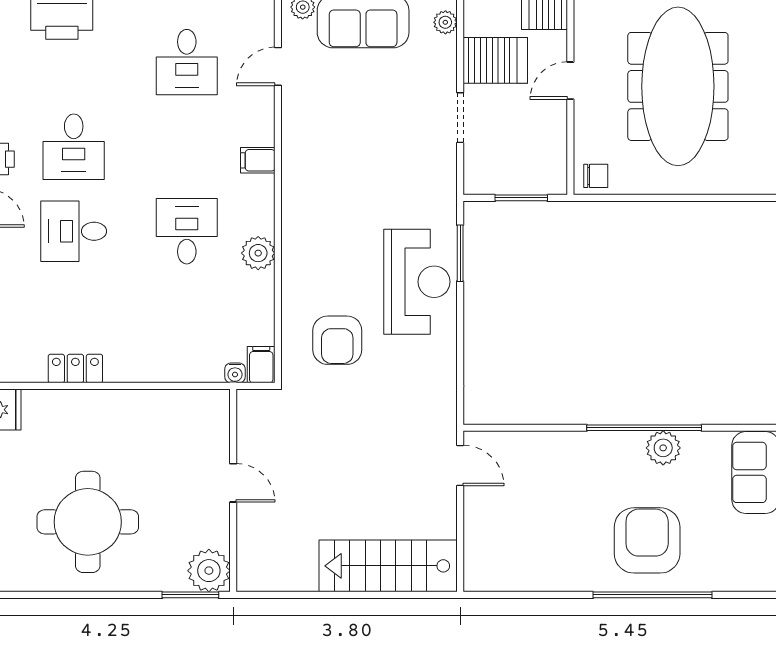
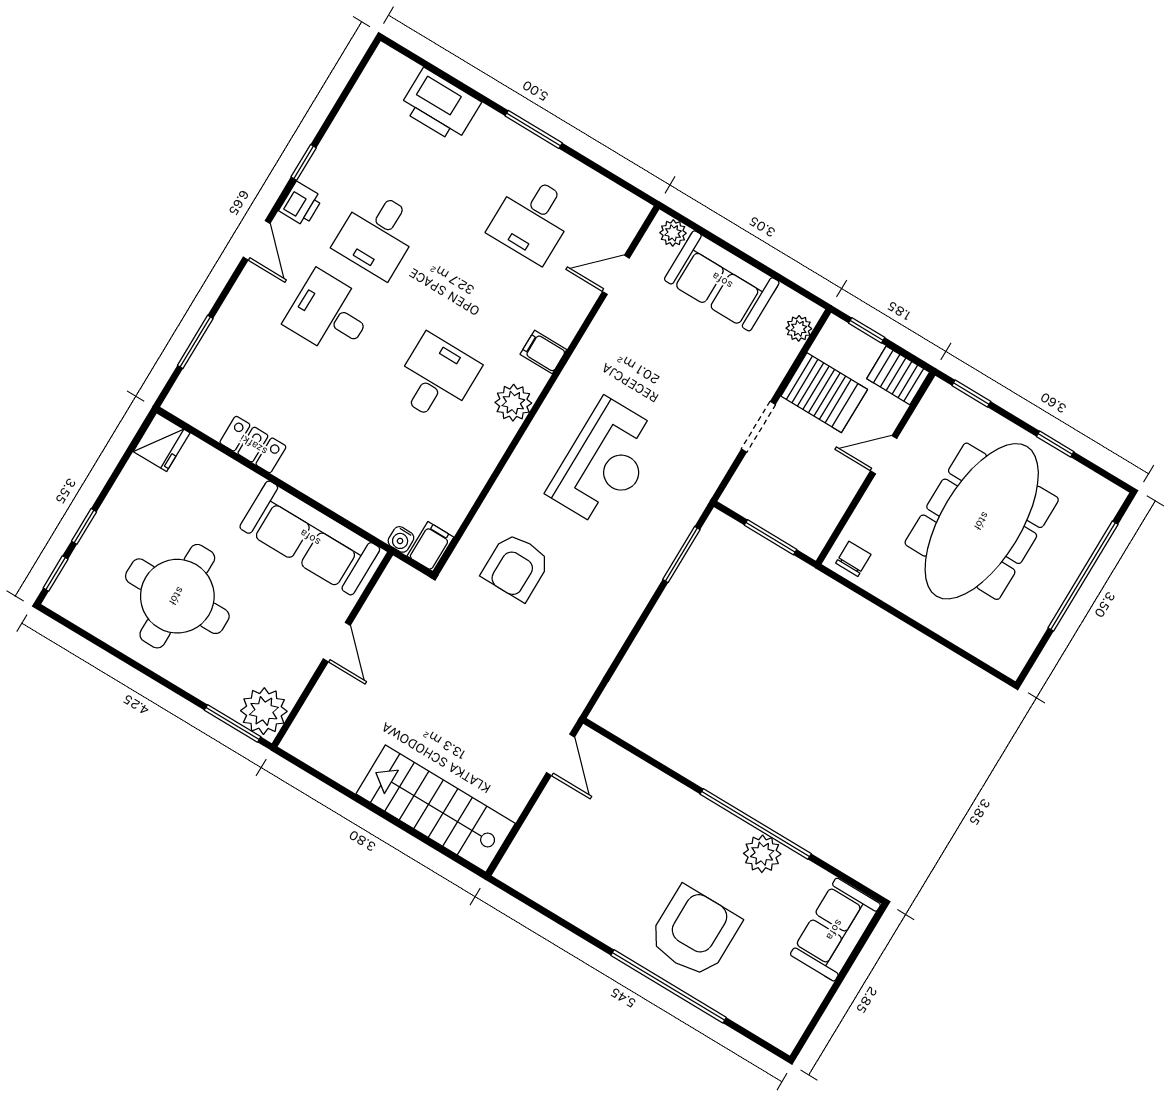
chair: (596, 176) -> (853, 559), turned -90
plant: (258, 253) -> (513, 403), moved
reception desk: (417, 282) -> (605, 463), moved
sofa: (163, 415) -> (310, 538), added

